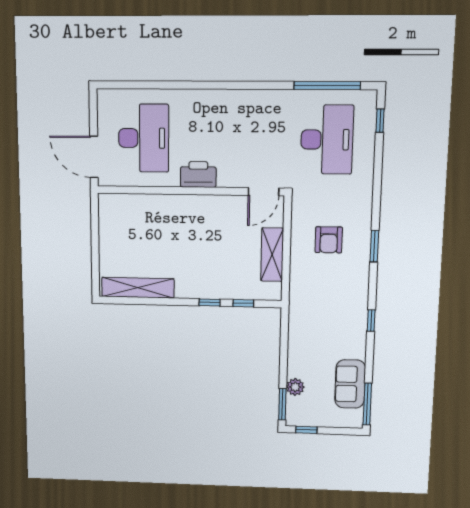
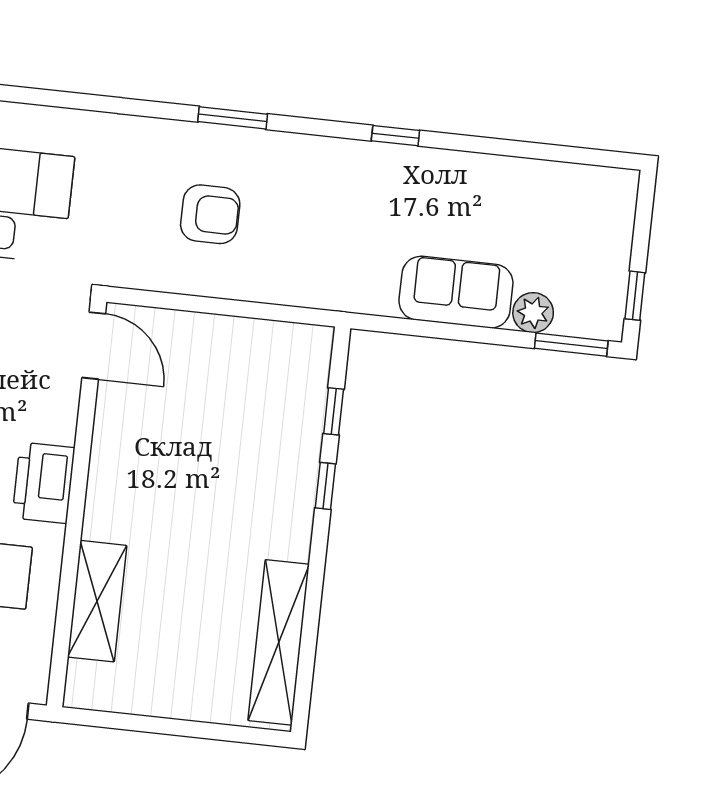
shelving: (272, 255) -> (97, 601), moved, turned 90
sofa: (350, 384) -> (456, 292), moved, turned 180
window: (367, 404) -> (585, 156), removed

